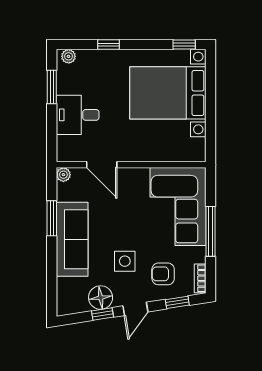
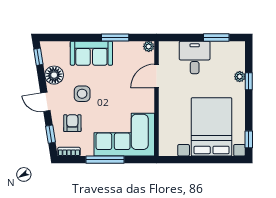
plant: (69, 56) -> (240, 77), moved
sofa: (72, 239) -> (91, 53), width x0.73
window: (103, 314) -> (38, 57), moved

